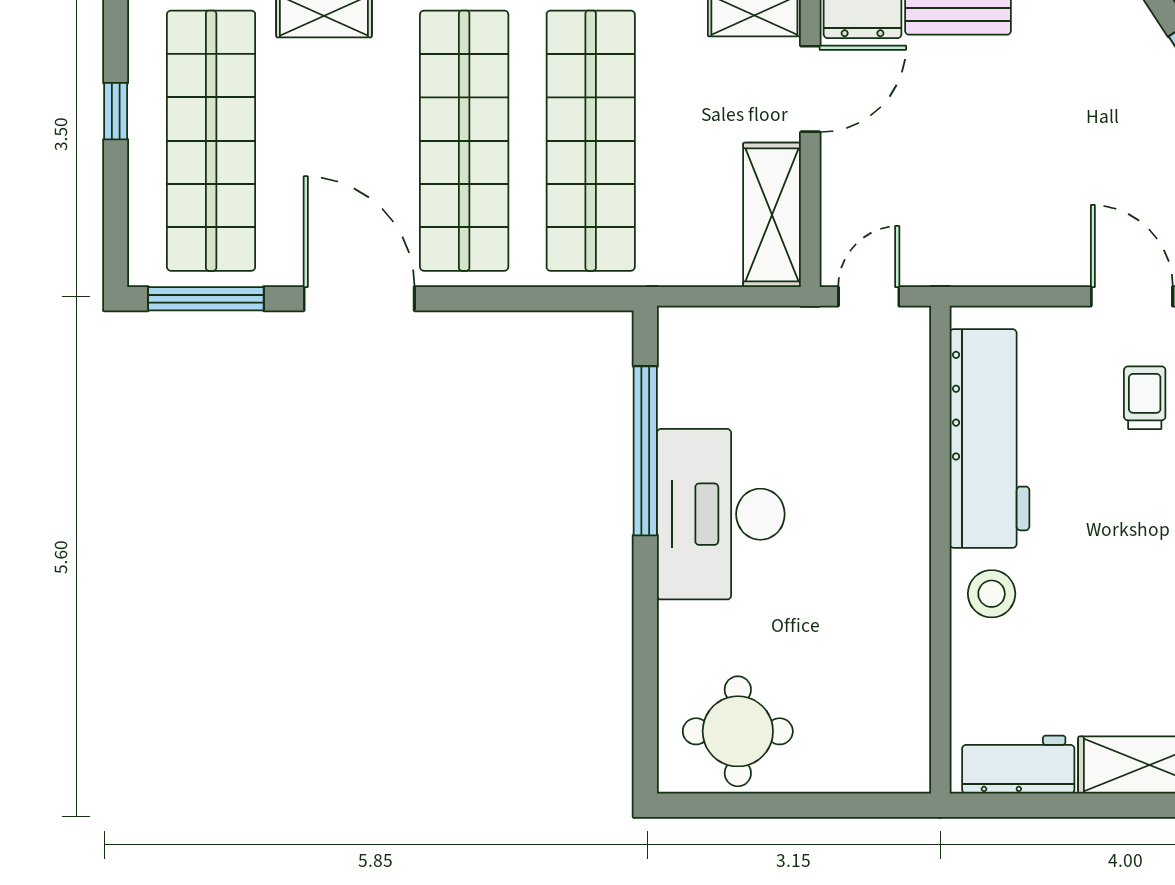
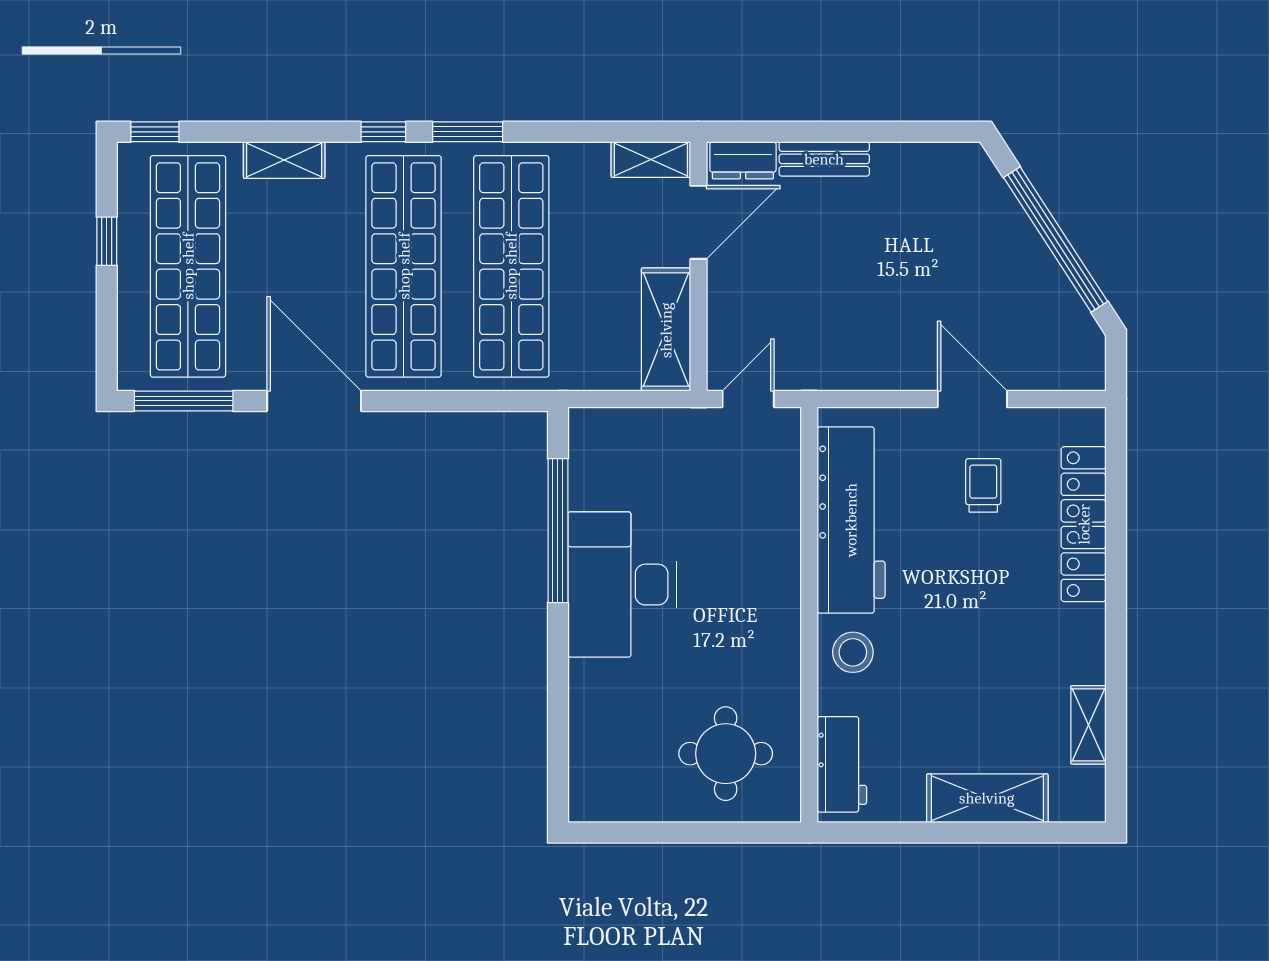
round table: (738, 731) -> (726, 754), moved
workbench: (1018, 765) -> (842, 764), moved, turned 90

